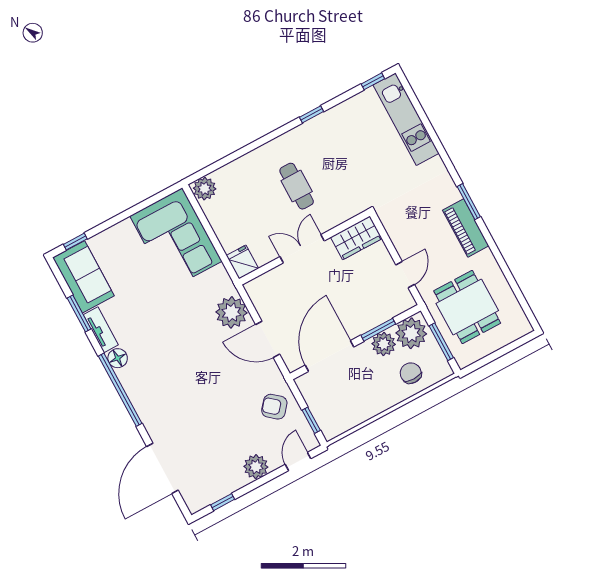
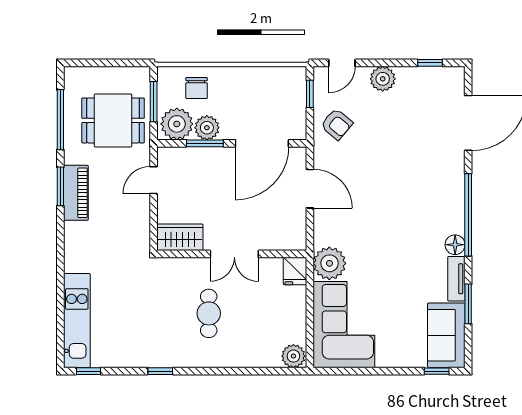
window: (469, 202) -> (60, 186), moved
window: (513, 283) -> (60, 120), added
dining table: (467, 307) -> (113, 120), turned 90
plant: (231, 312) -> (329, 263), moved

